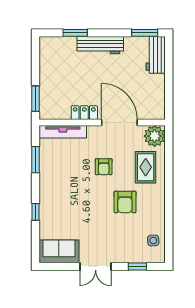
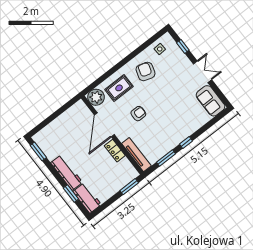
workbench: (156, 55) -> (87, 198), moved, turned -90
armchair: (125, 202) -> (146, 71), moved, turned -73
window: (36, 212) -> (186, 142), moved

